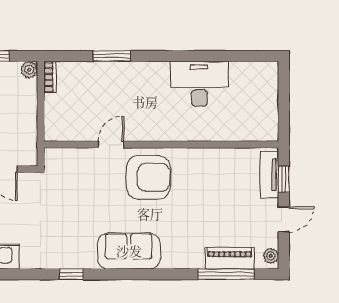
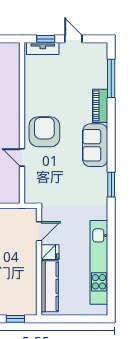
plant: (271, 256) -> (98, 48), removed
piano: (230, 258) -> (100, 106), moved
window: (71, 274) -> (111, 185), width x1.50

